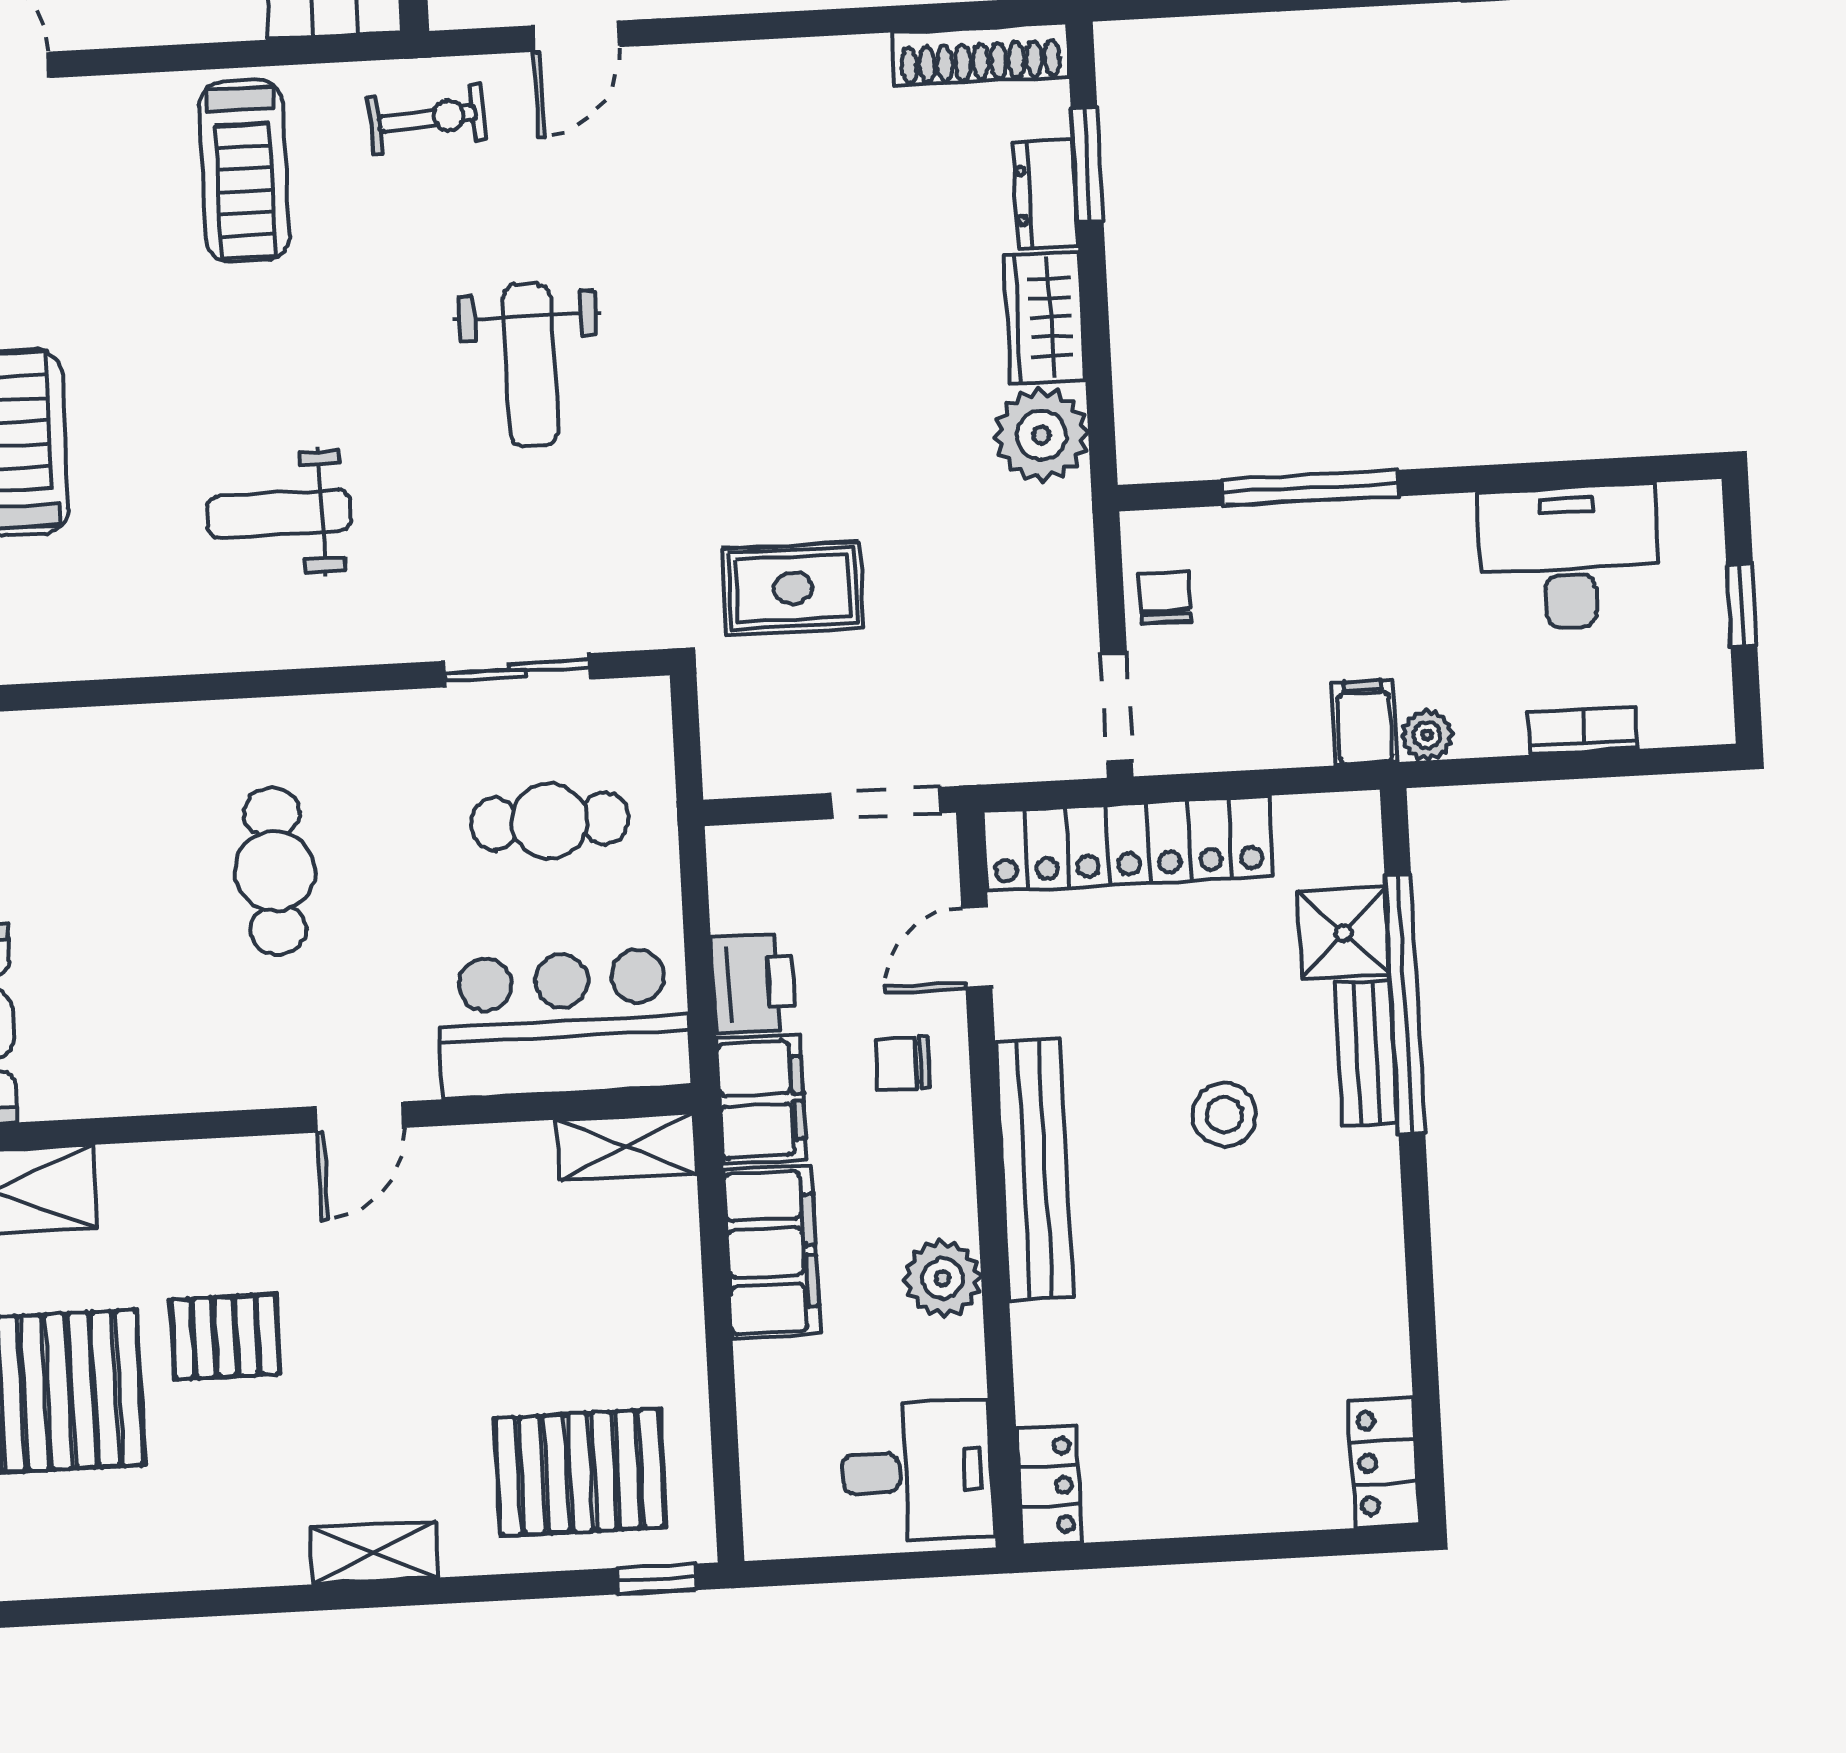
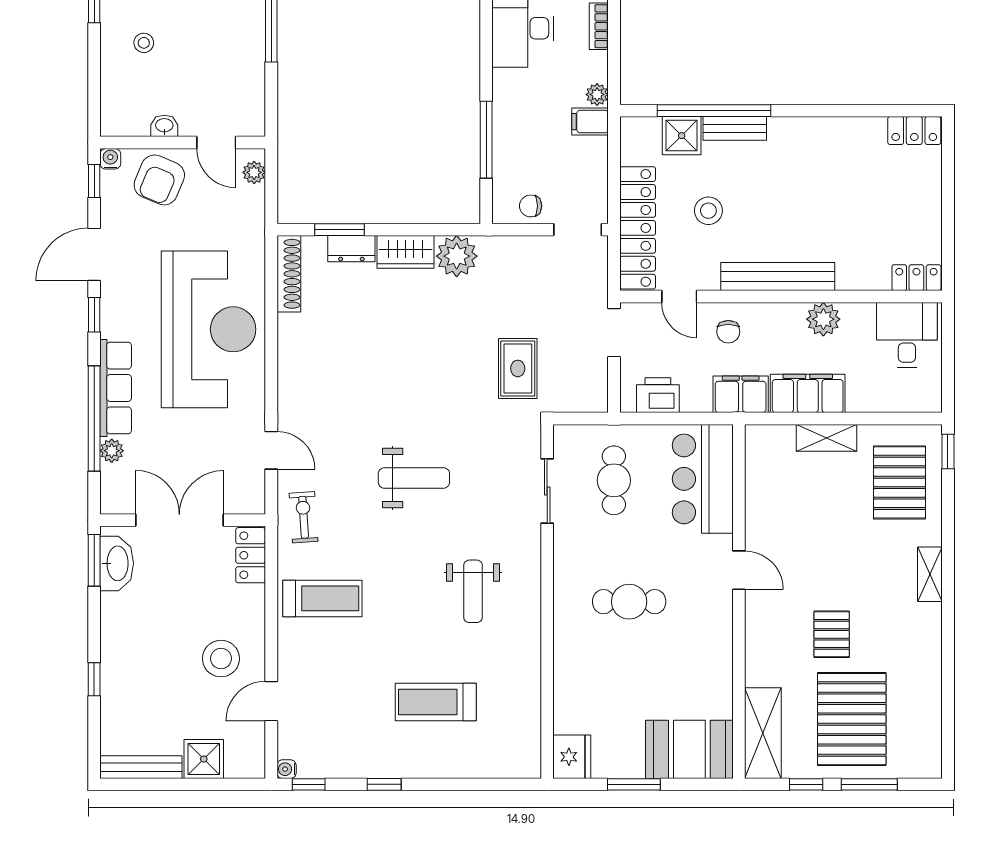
printer: (753, 983) -> (658, 395), moved
stool: (1224, 1115) -> (708, 211), moved
shelving: (627, 1147) -> (827, 438), moved, turned 90

